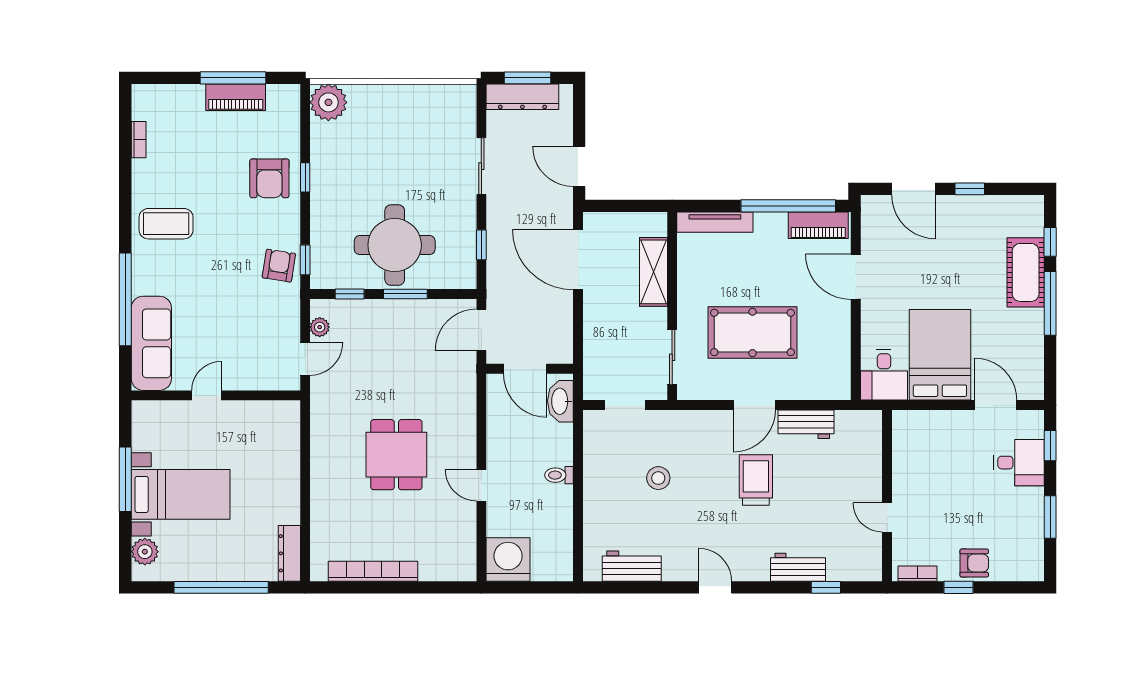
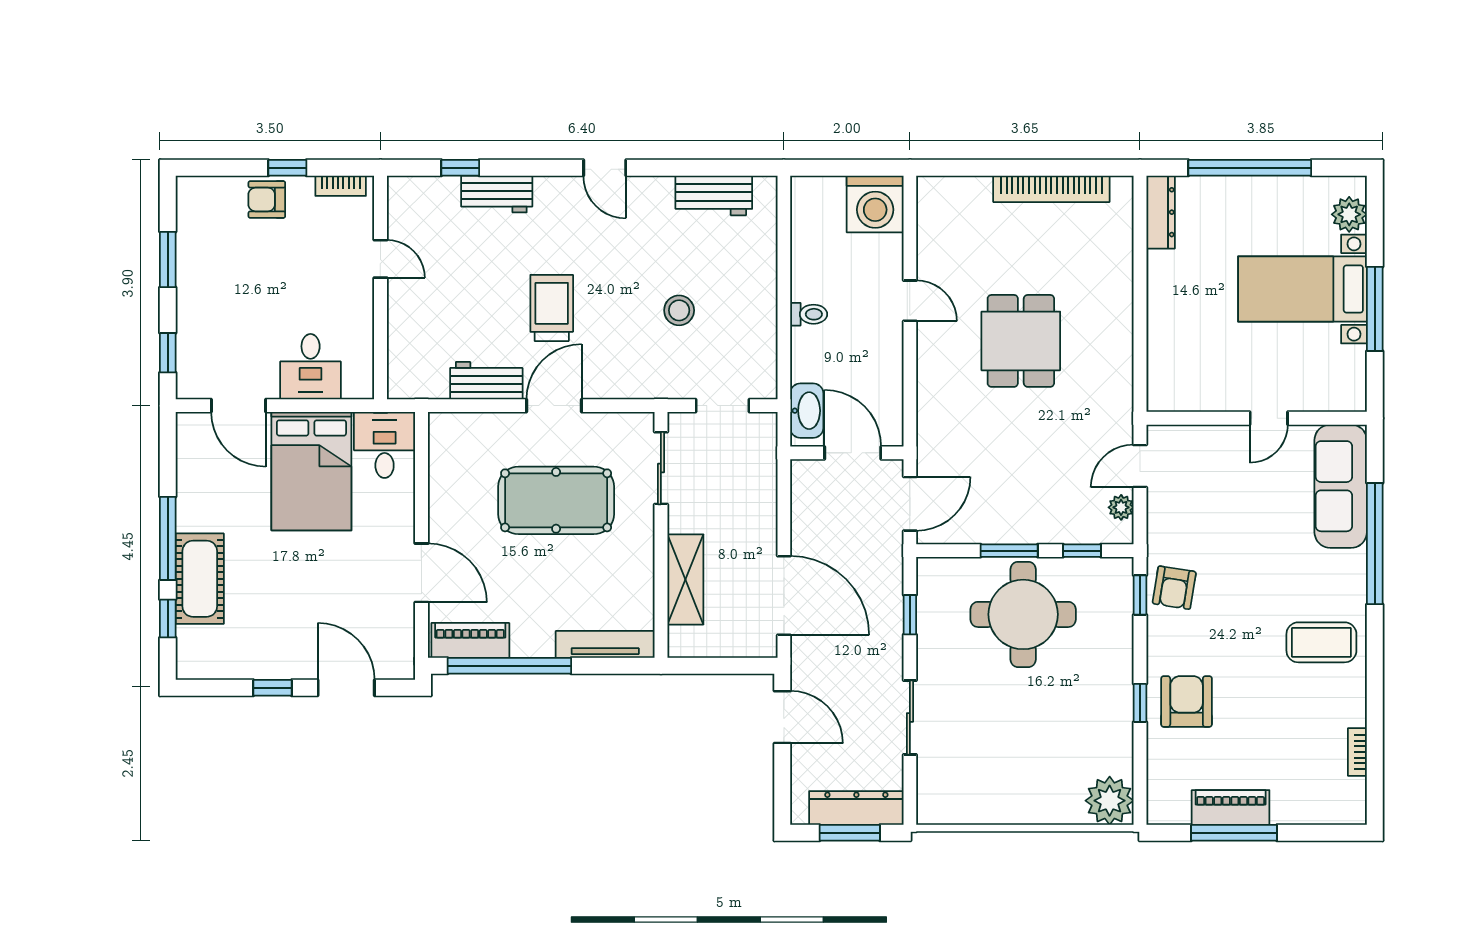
desk: (1019, 463) -> (311, 367), moved, turned -90
trolley: (756, 480) -> (552, 308), turned 180

